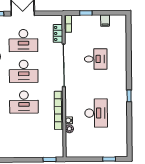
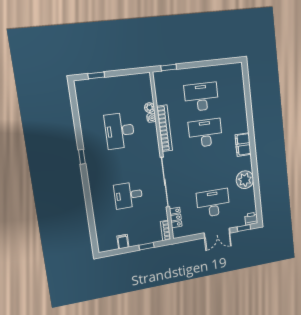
desk: (24, 71) -> (201, 97), moved

